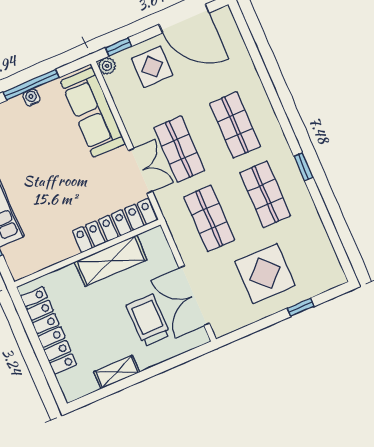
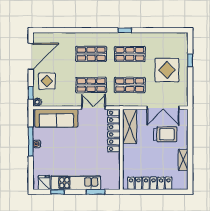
shelving: (111, 261) -> (130, 126), moved
trolley: (148, 320) -> (165, 134), turned 180

